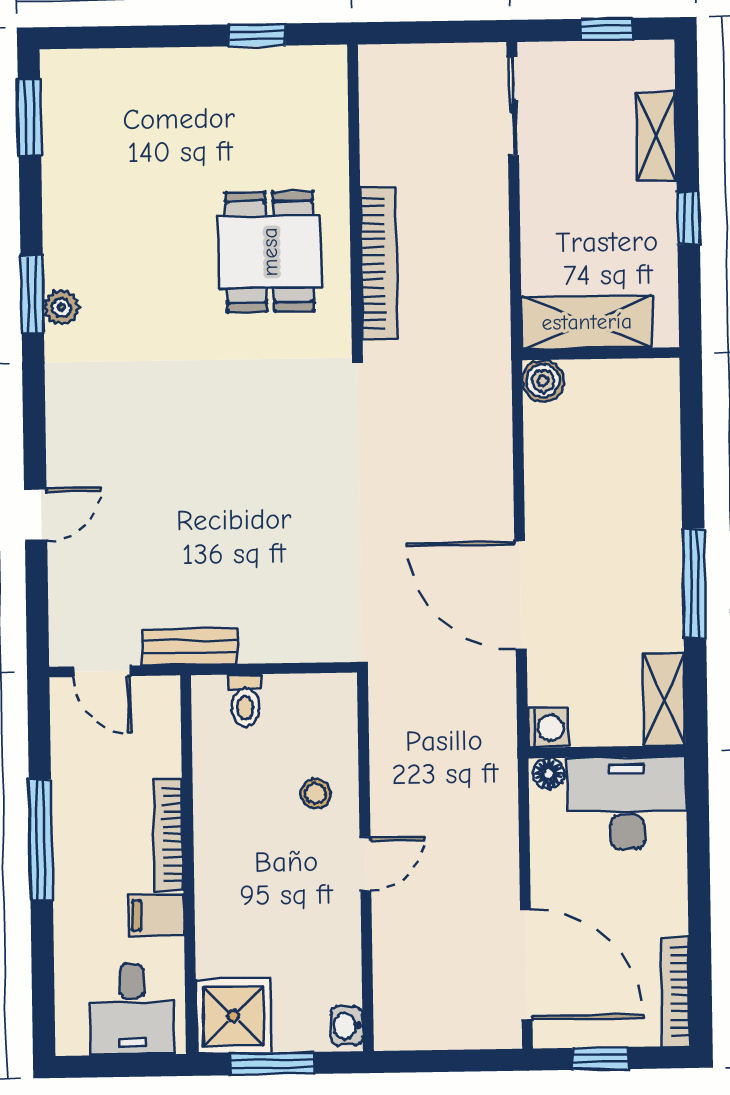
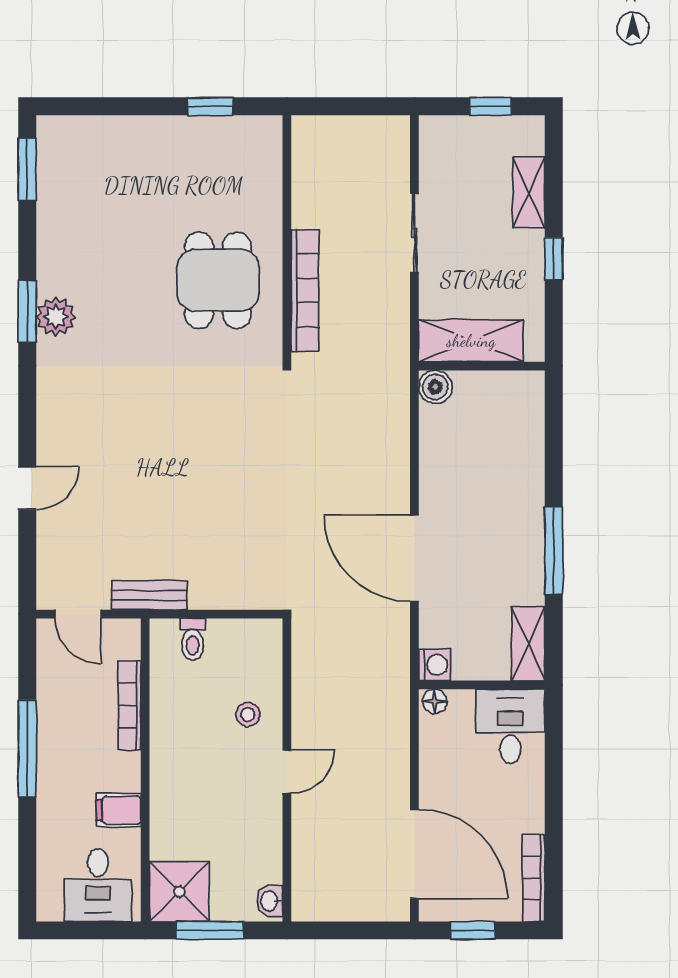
sliding door: (513, 106) -> (414, 233), moved
plant: (61, 307) -> (56, 317), width x1.38, depth x1.38
desk: (627, 803) -> (510, 726), width x0.73
bookcase: (168, 835) -> (129, 705), moved

